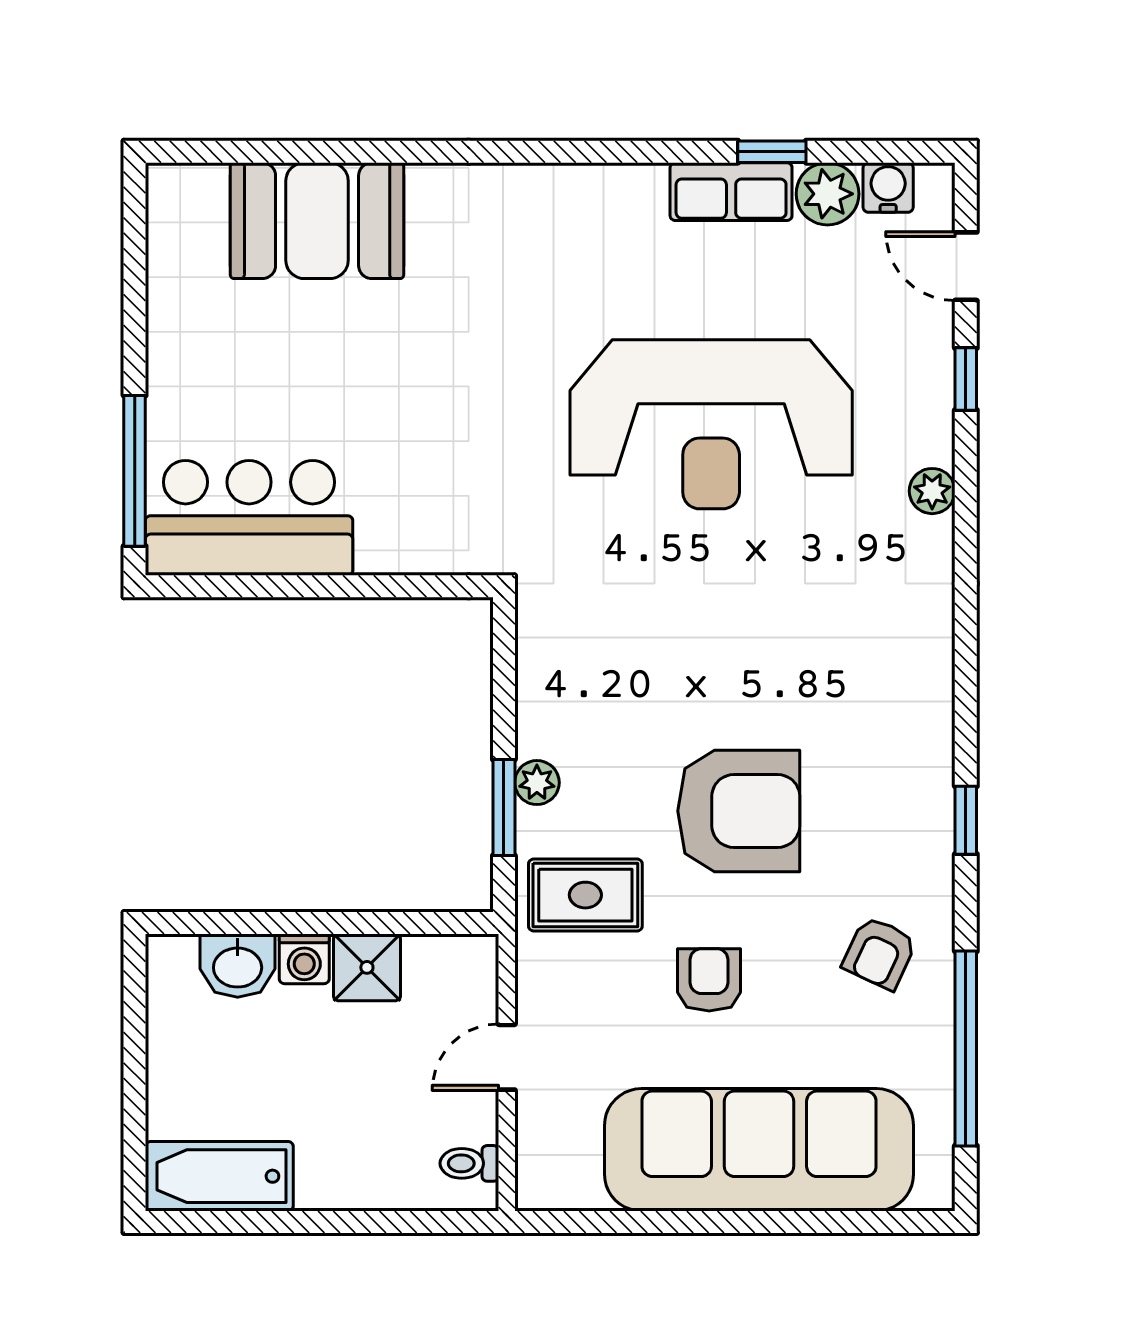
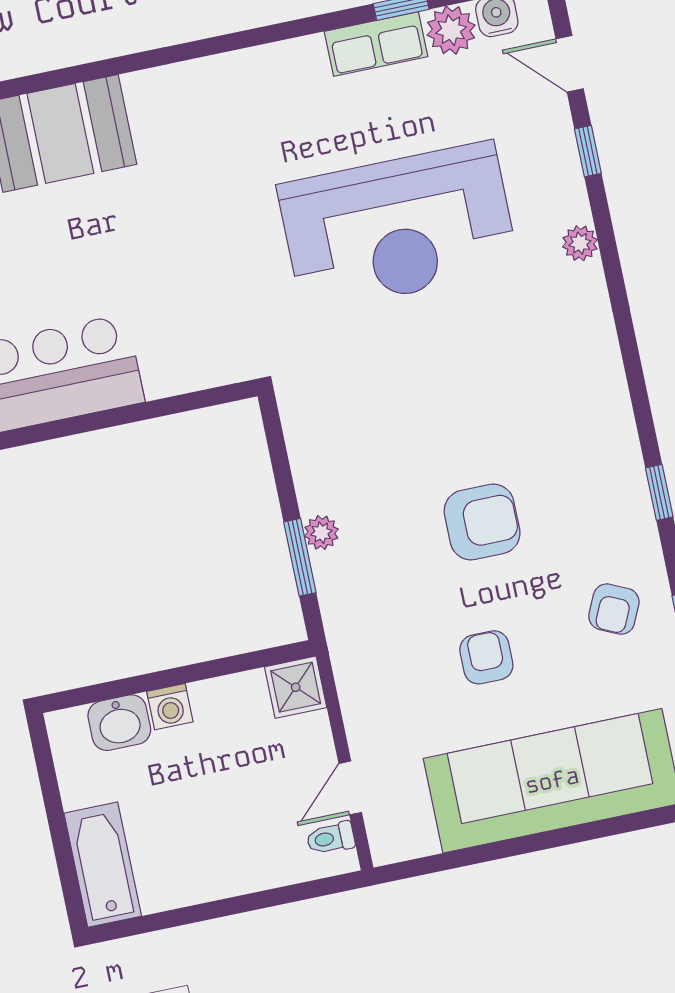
armchair: (739, 811) -> (482, 522), width x0.73, depth x0.73
rug: (585, 895) -> (377, 612), removed
shower: (367, 967) -> (296, 687), moved
door: (507, 1057) -> (350, 788), moved
bathtub: (219, 1176) -> (103, 865), moved, turned 90

